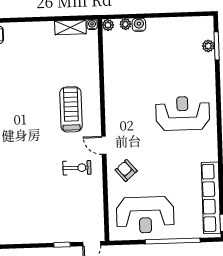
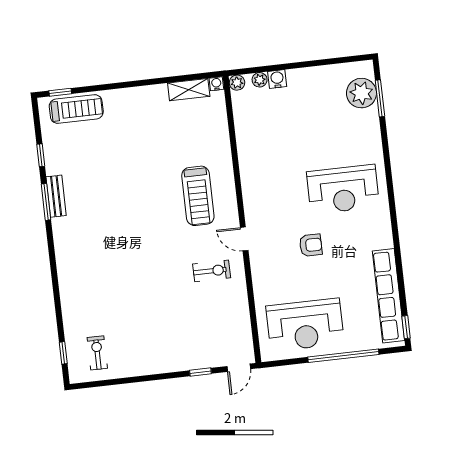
plant: (208, 46) -> (361, 93), width x1.88, depth x1.88
treadmill: (71, 109) -> (198, 196), turned 180
reception desk: (183, 113) -> (343, 189), turned 180
armchair: (126, 170) -> (311, 245), moved, turned 131

